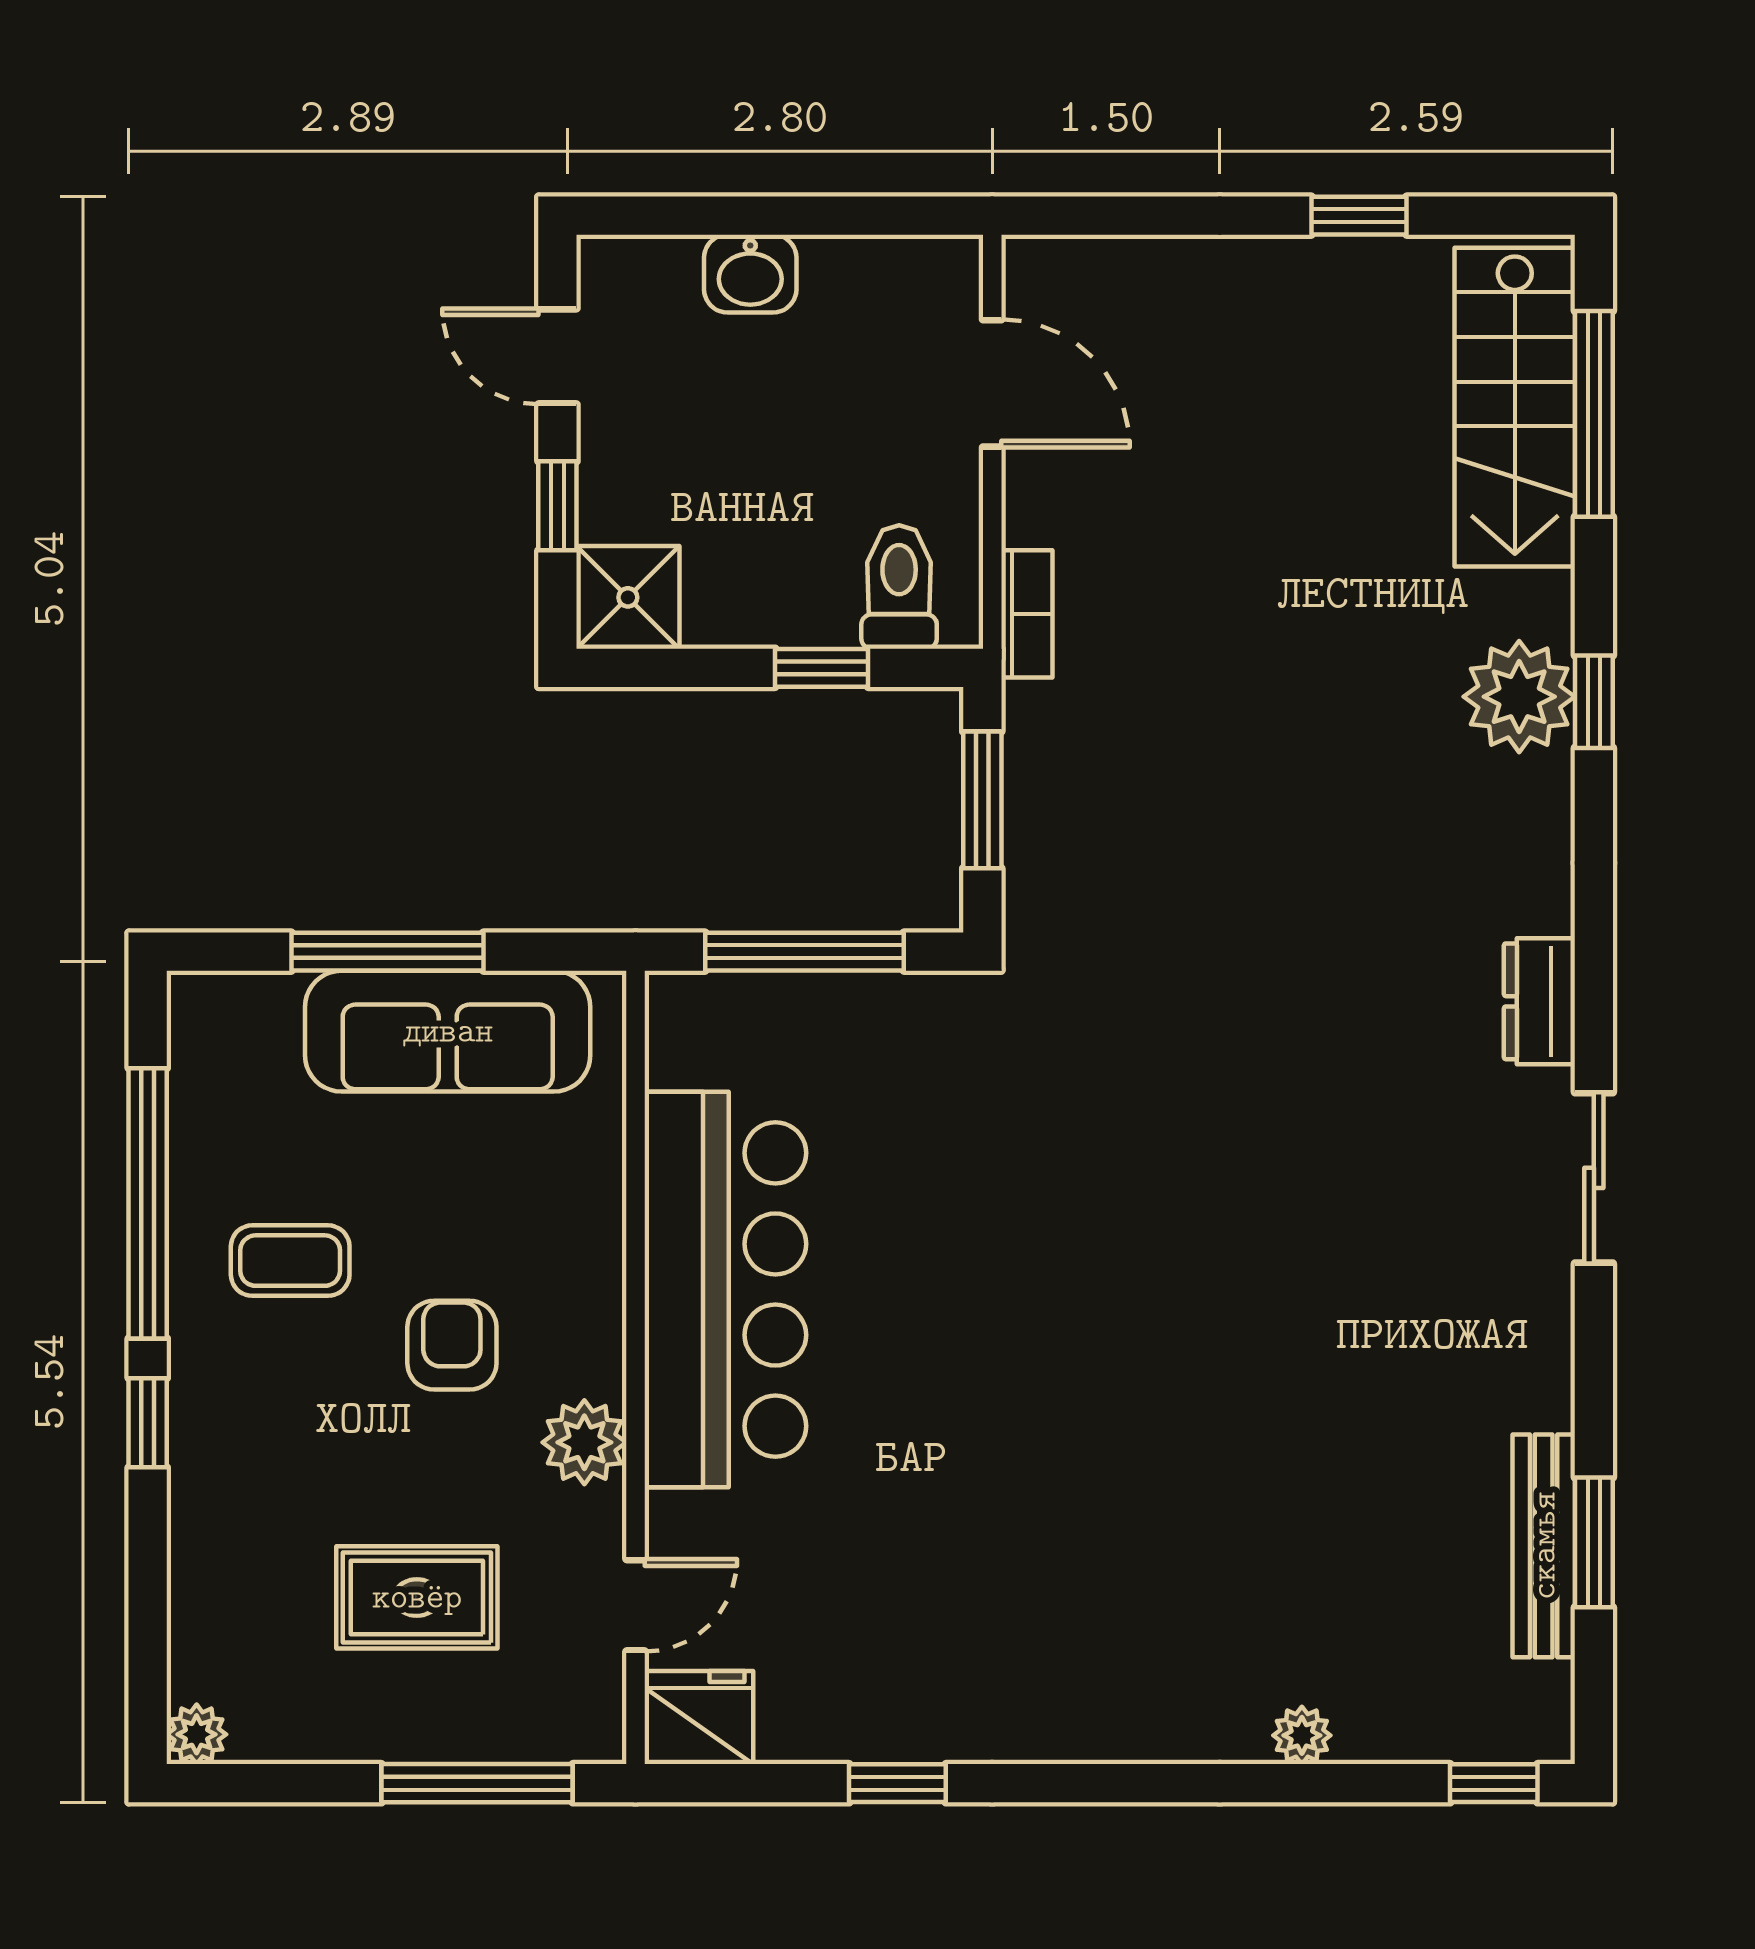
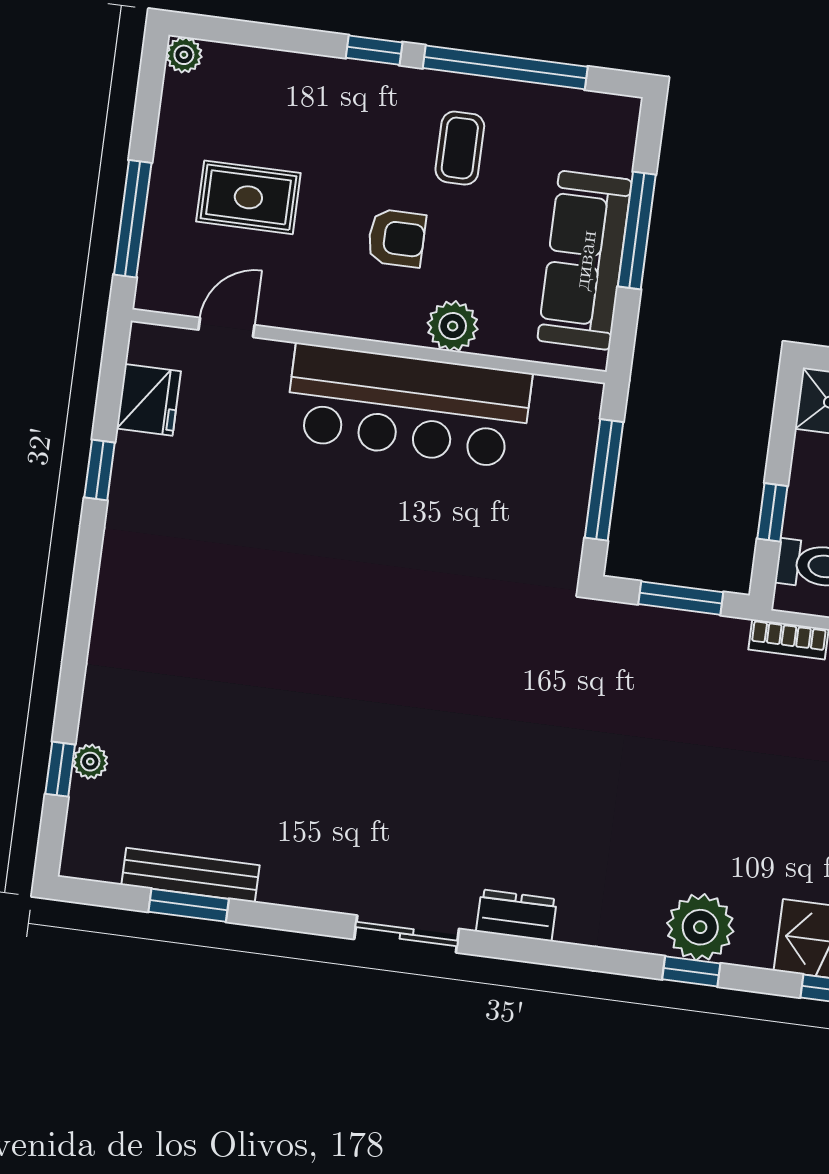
plant: (584, 1442) -> (453, 326), moved
rug: (417, 1597) -> (248, 197), turned 90
door: (636, 1605) -> (227, 327), swing flipped
fridge: (699, 1718) -> (149, 400), moved
plant: (1302, 1735) -> (90, 762), moved
window: (1494, 1783) -> (60, 769), moved

